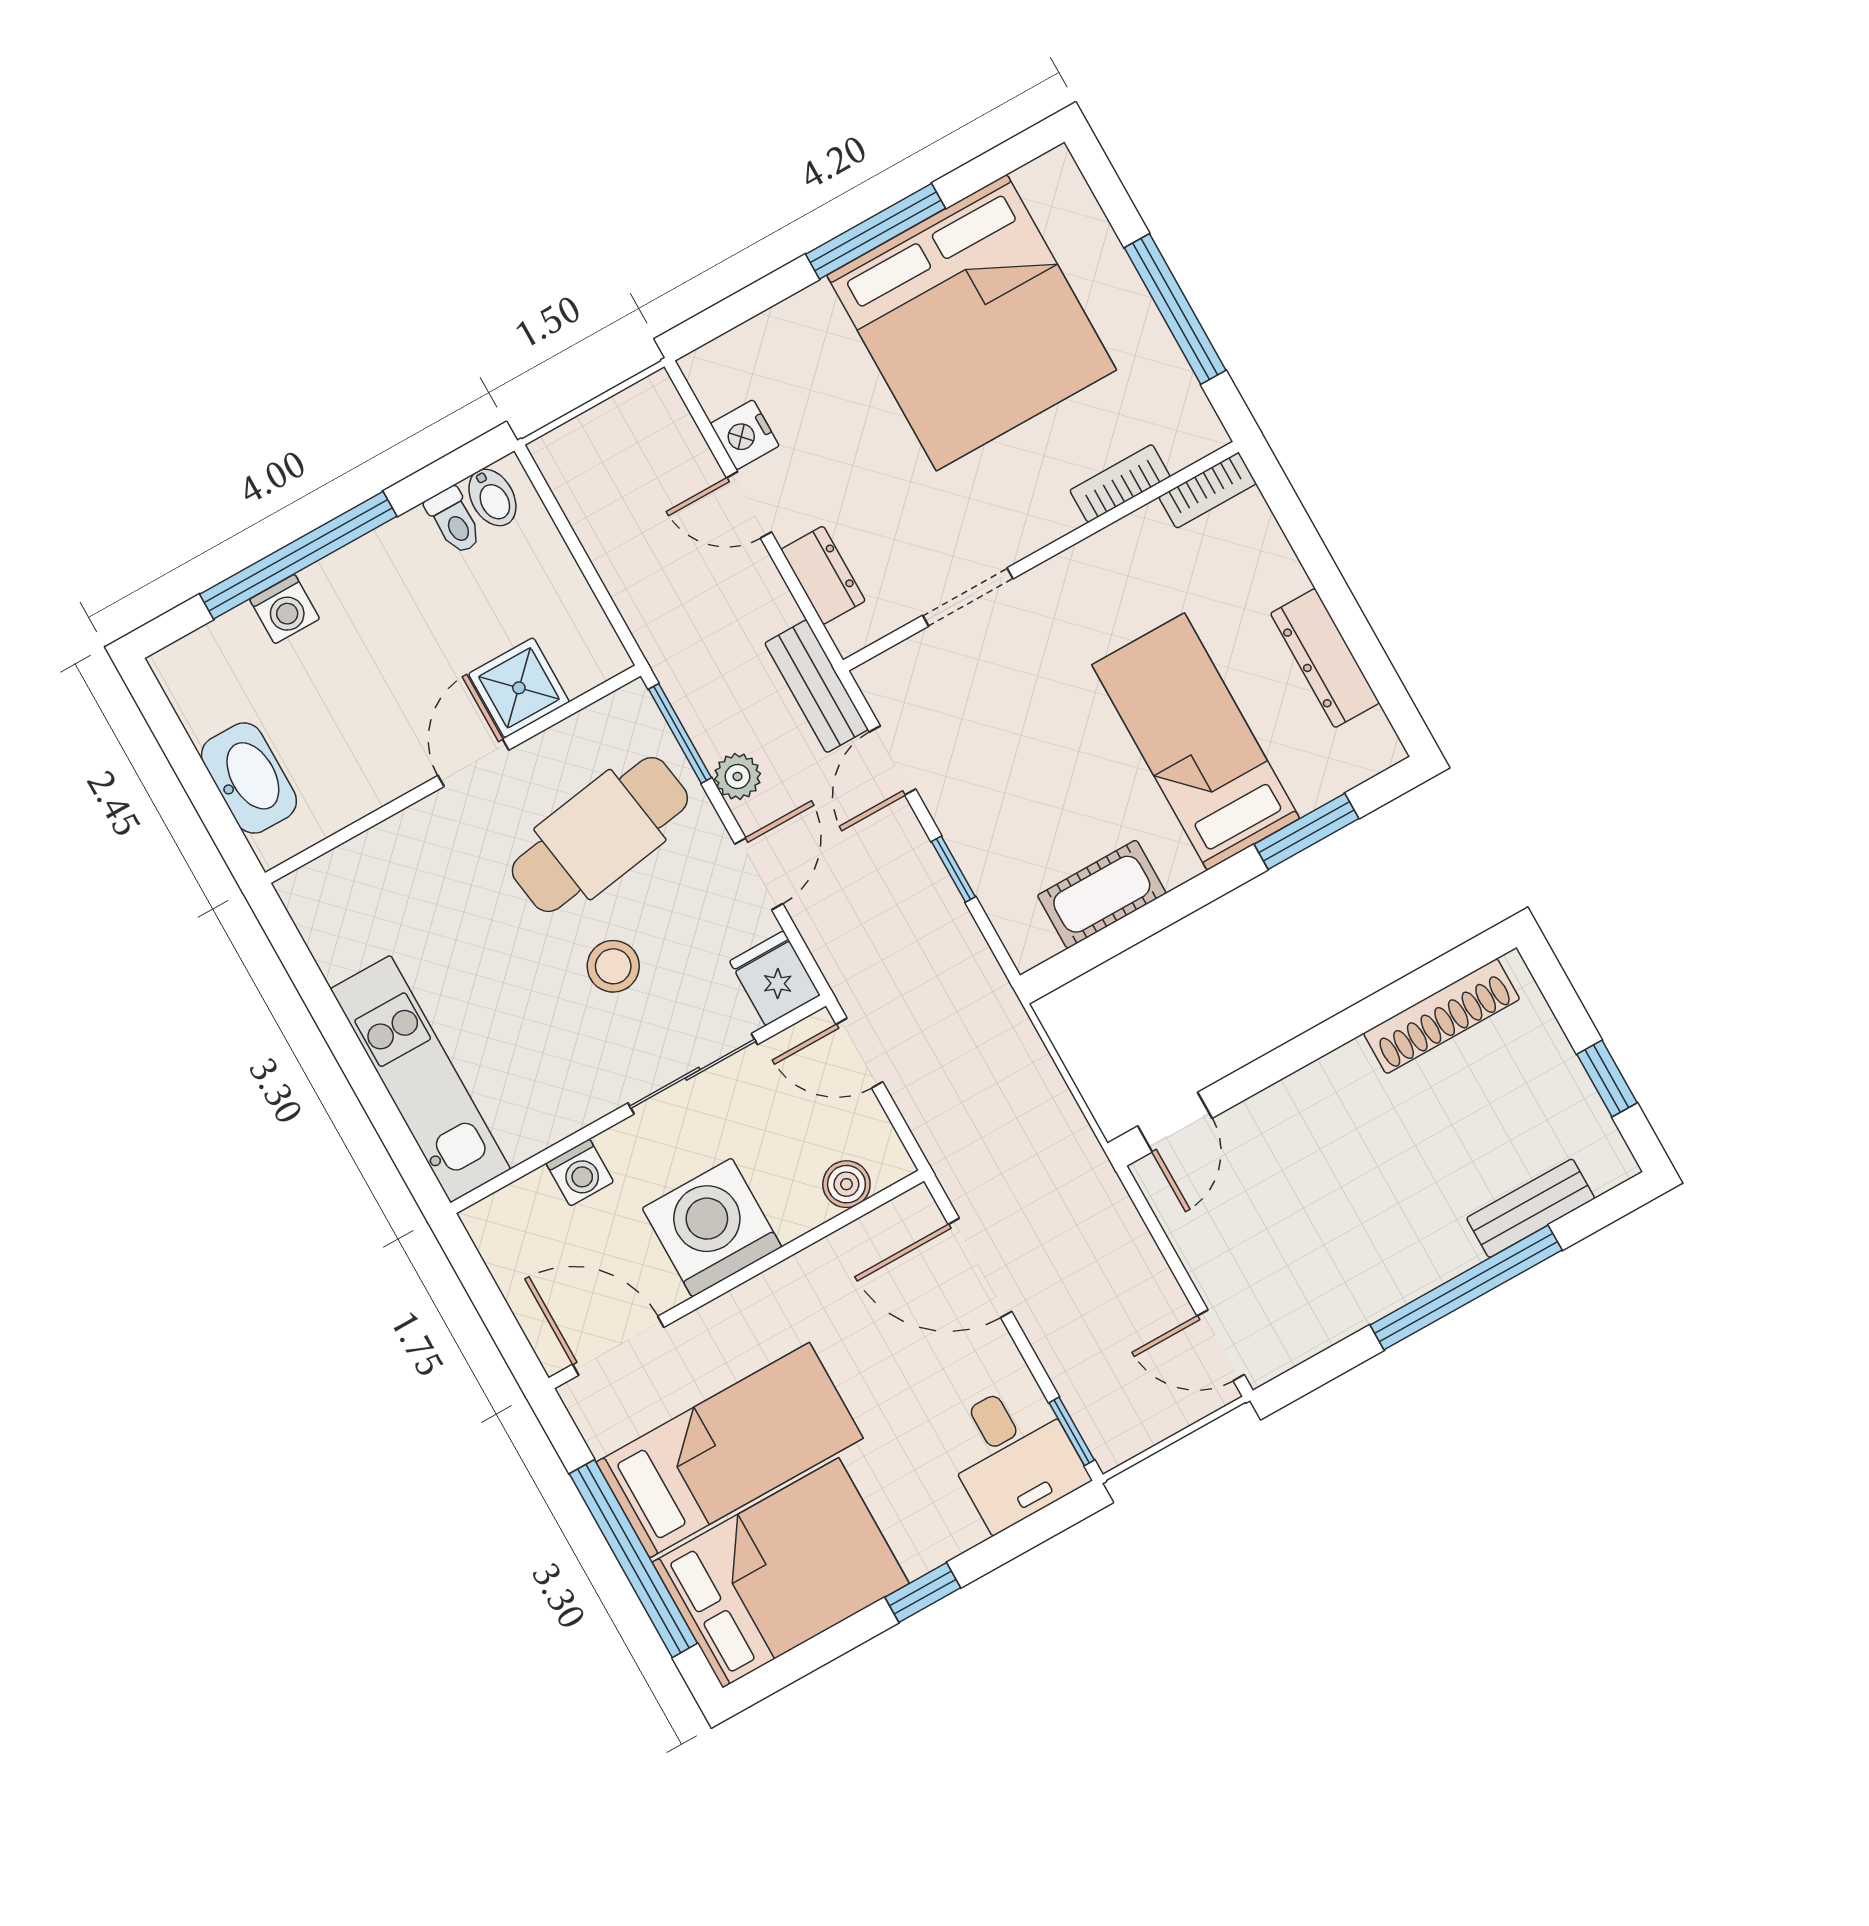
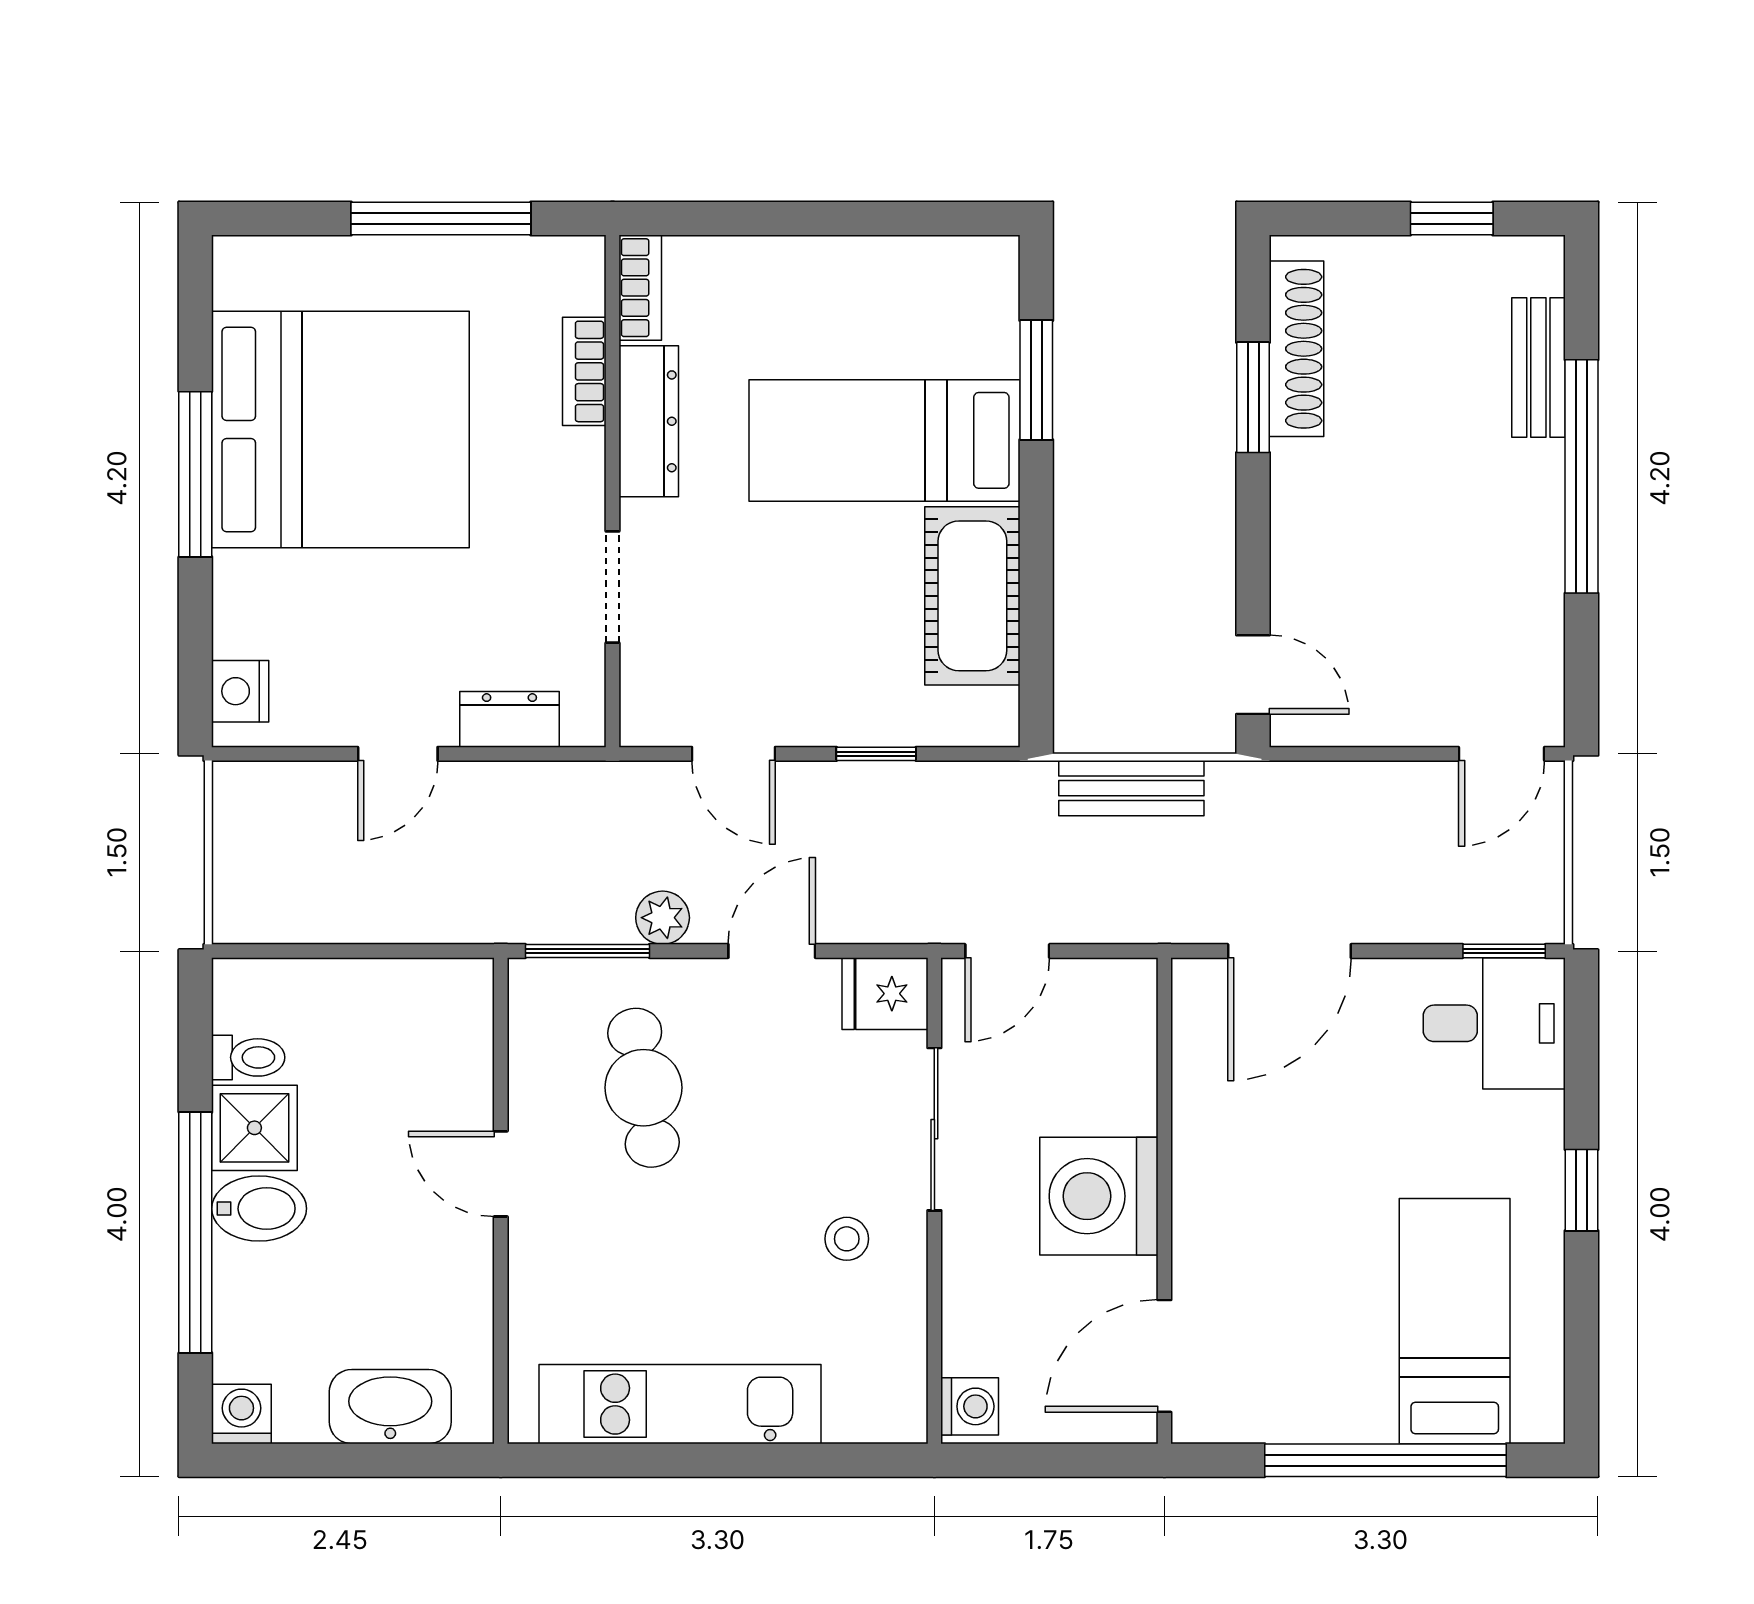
nightstand: (745, 435) -> (240, 691), moved, turned 90
bidet: (492, 498) -> (259, 1209), moved, width x1.38, depth x1.36
washing machine: (285, 609) -> (241, 1414), moved, turned -90
dresser: (1325, 658) -> (649, 421), moved, turned -90
bench: (816, 686) -> (1131, 788), moved
shower: (519, 688) -> (254, 1128), moved
cafe table: (600, 835) -> (643, 1088), width x0.73, depth x0.74
door: (759, 874) -> (772, 951), hinge flipped
cot: (1102, 894) -> (972, 596), width x1.37, depth x1.34
stool: (613, 966) -> (847, 1239), moved, width x0.73, depth x0.73
window: (1386, 1004) -> (1253, 397), added
kitchen unit: (420, 1079) -> (680, 1404), moved
washing machine: (580, 1173) -> (970, 1406), moved
boiler: (846, 1184) -> (1131, 1037), removed
bed: (729, 1450) -> (1331, 1303), removed
bed: (781, 1573) -> (1455, 1321), width x0.67

